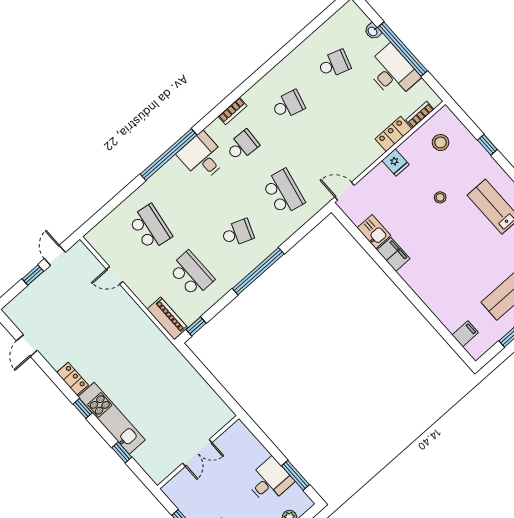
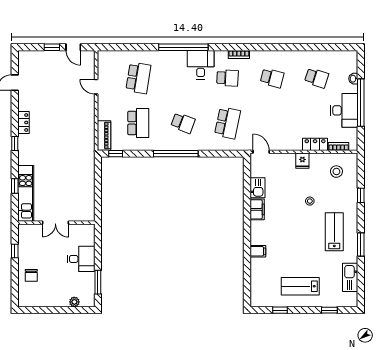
door: (55, 255) -> (73, 47), swing flipped
filing cabinet: (465, 334) -> (258, 251), moved
kitchen unit: (112, 418) -> (26, 193), moved
desk: (270, 481) -> (81, 259), moved

